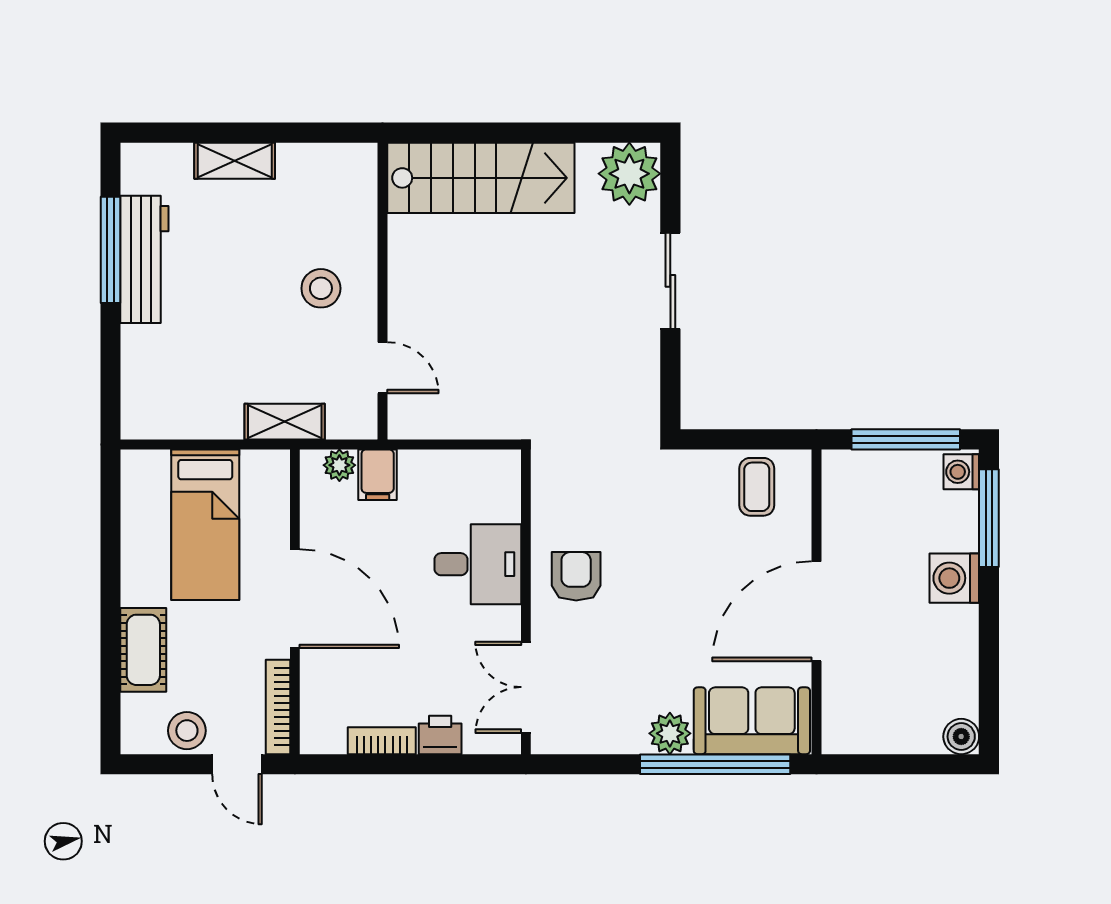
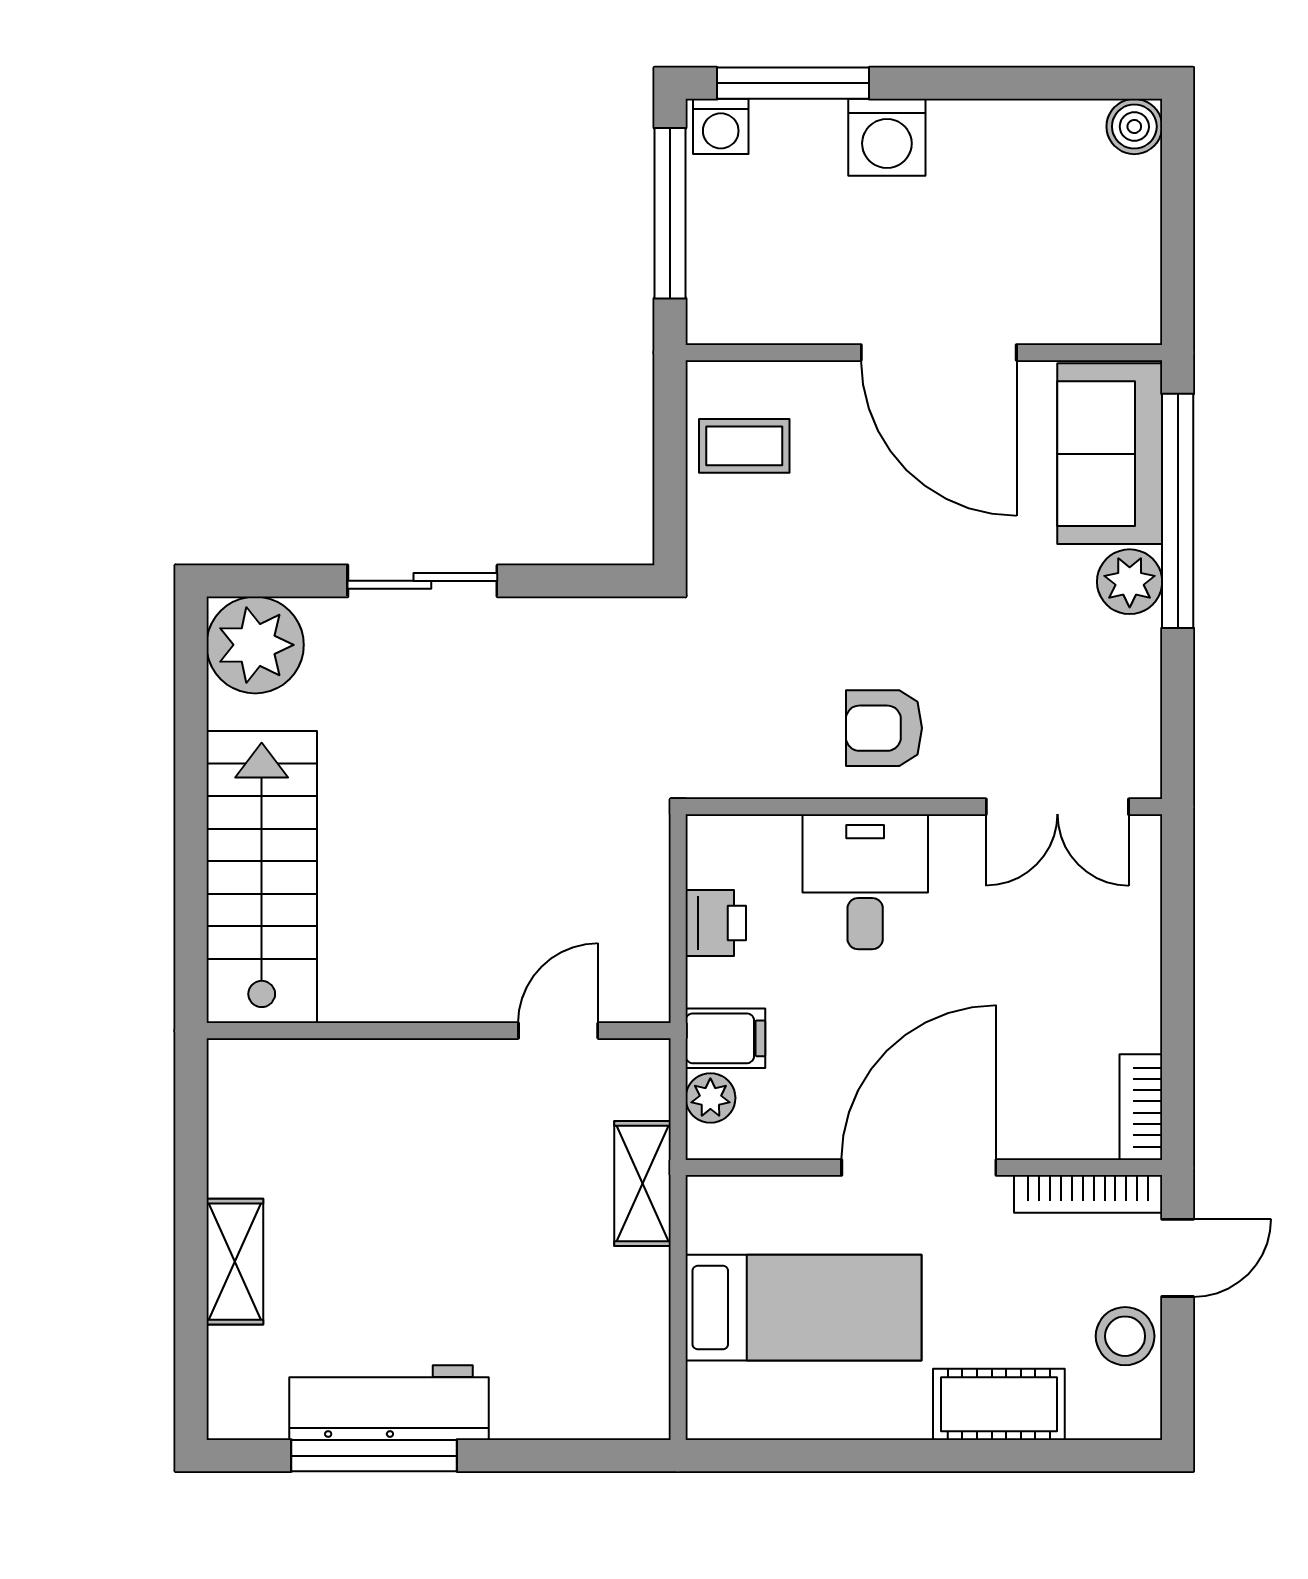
stool: (321, 288) -> (434, 1127), removed
printer: (440, 735) -> (716, 923), moved, turned 180
bookcase: (382, 741) -> (1141, 1107), moved

